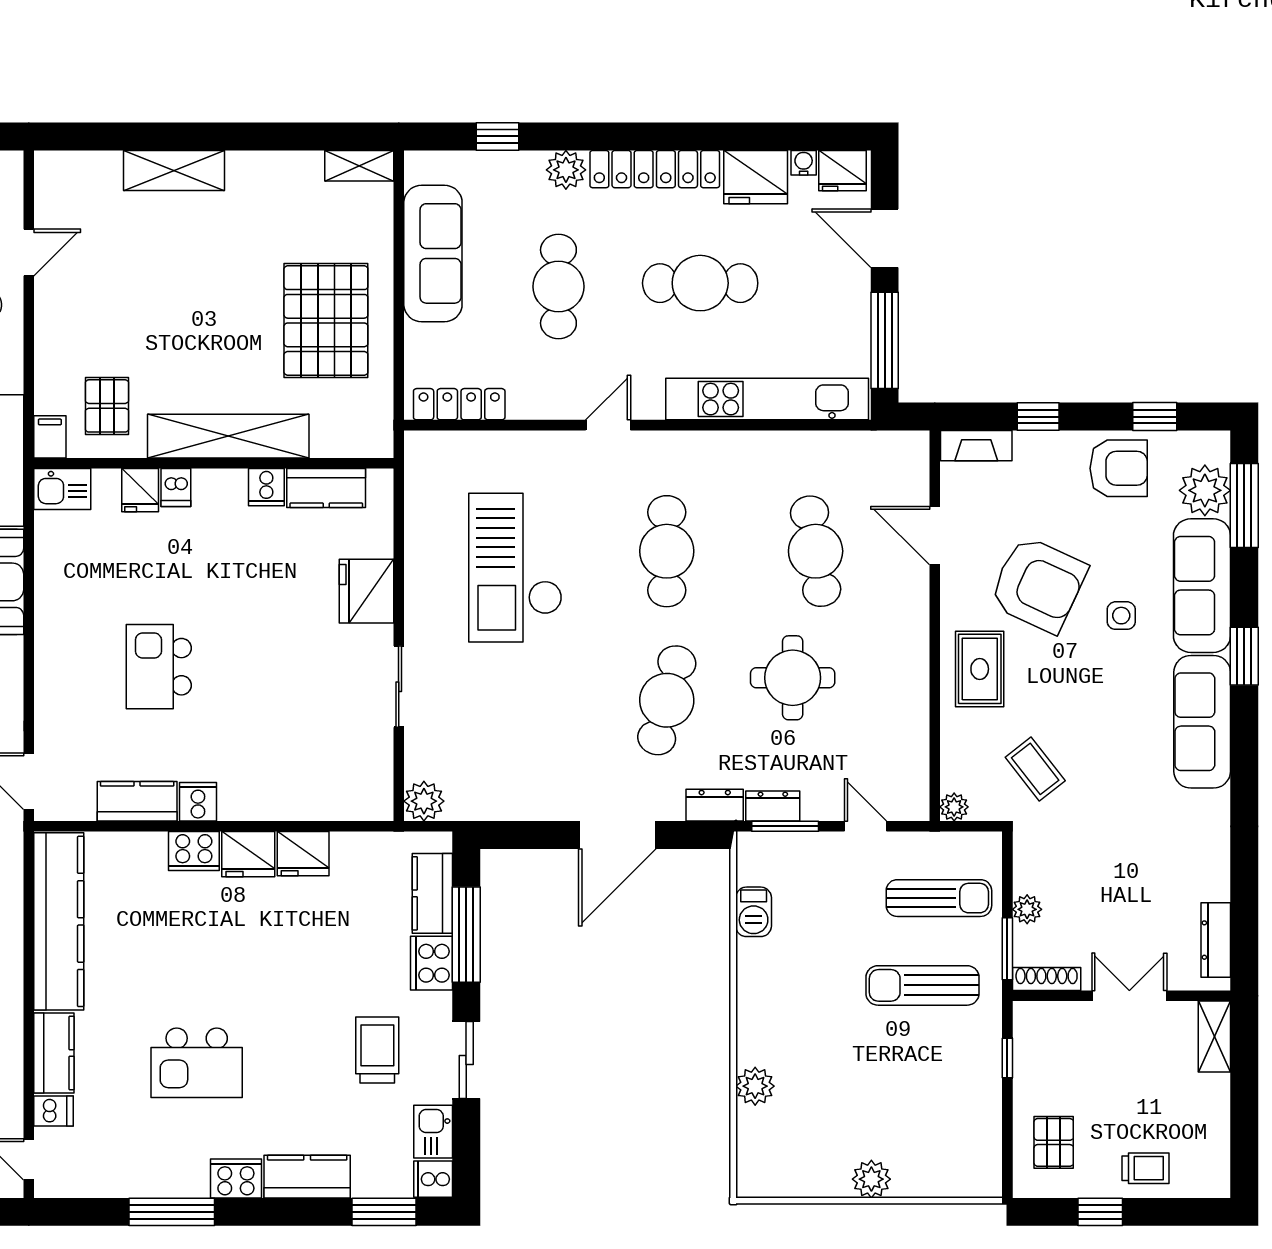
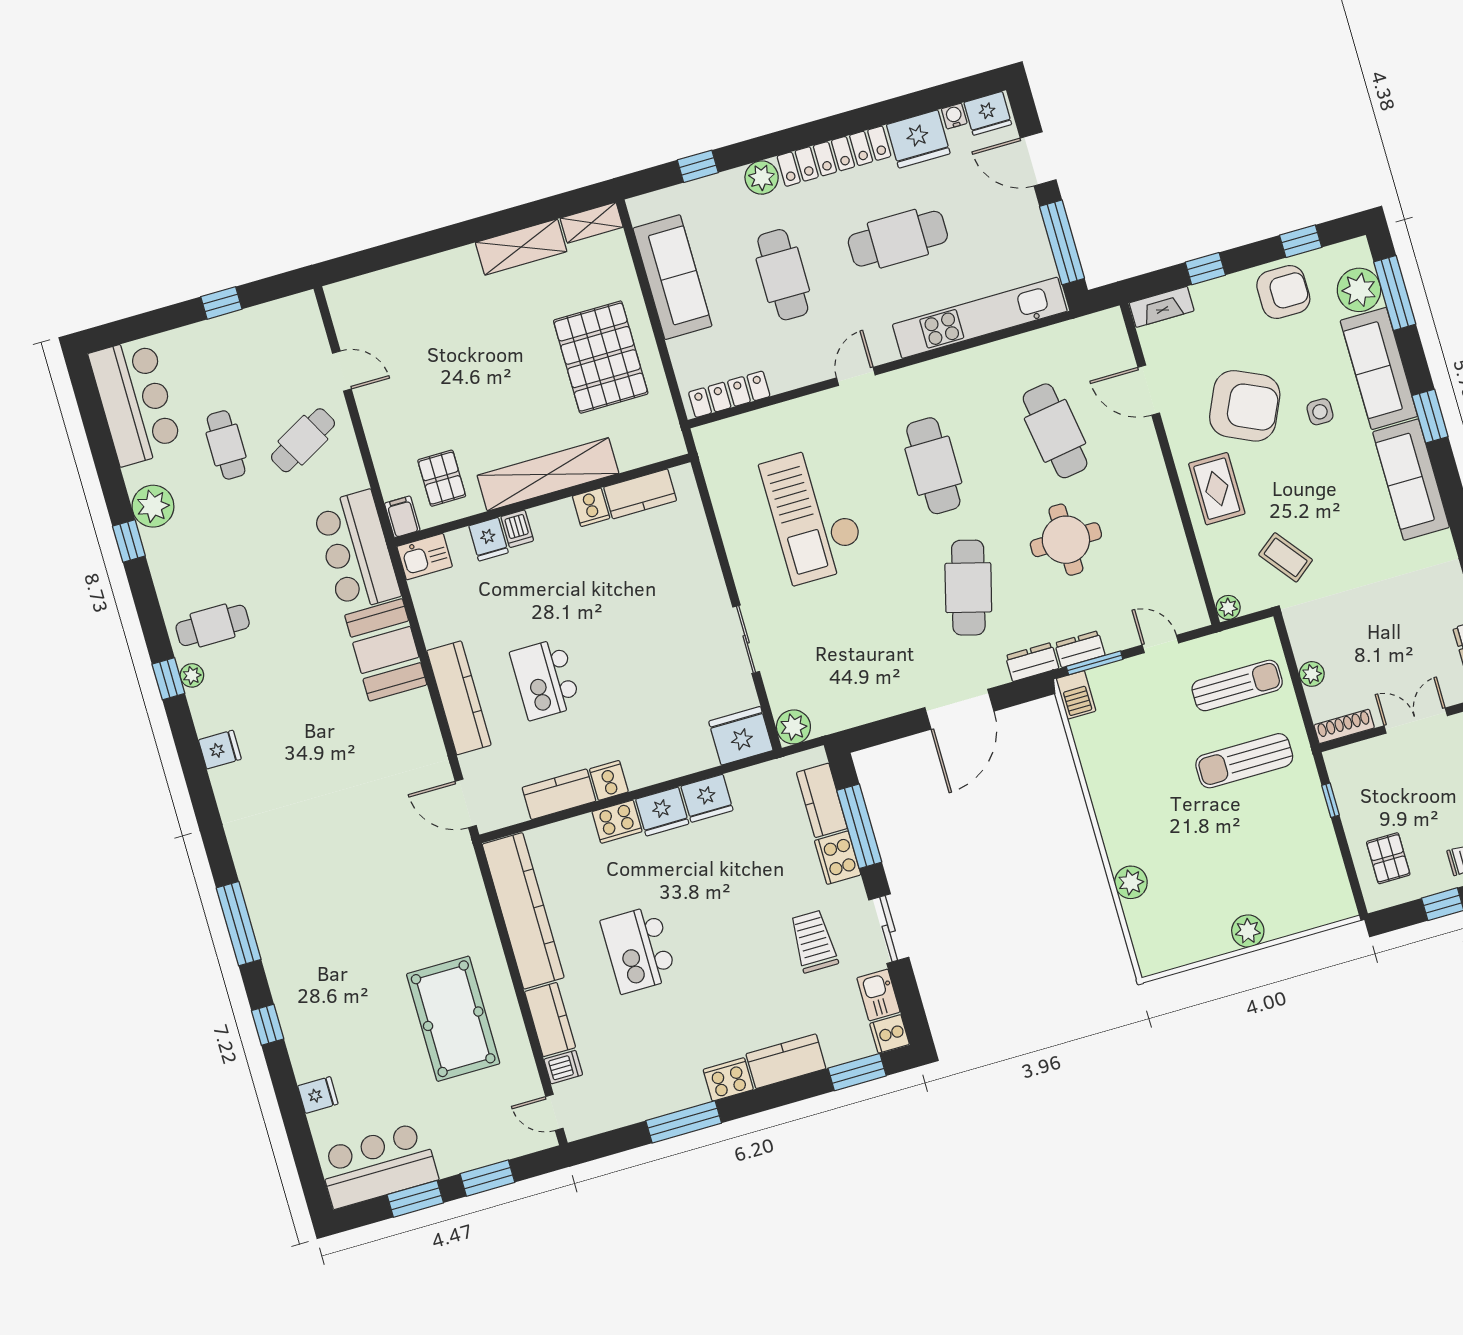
shelving: (174, 170) -> (521, 247), moved
door: (29, 253) -> (342, 371), hinge flipped
fridge: (367, 591) -> (741, 736), moved, turned 90
kitchen counter: (55, 660) -> (459, 698), added
barbecue: (754, 912) -> (1076, 695), moved
window: (1007, 949) -> (1305, 711), removed
kitchen island: (197, 1063) -> (639, 950), moved, turned 90

